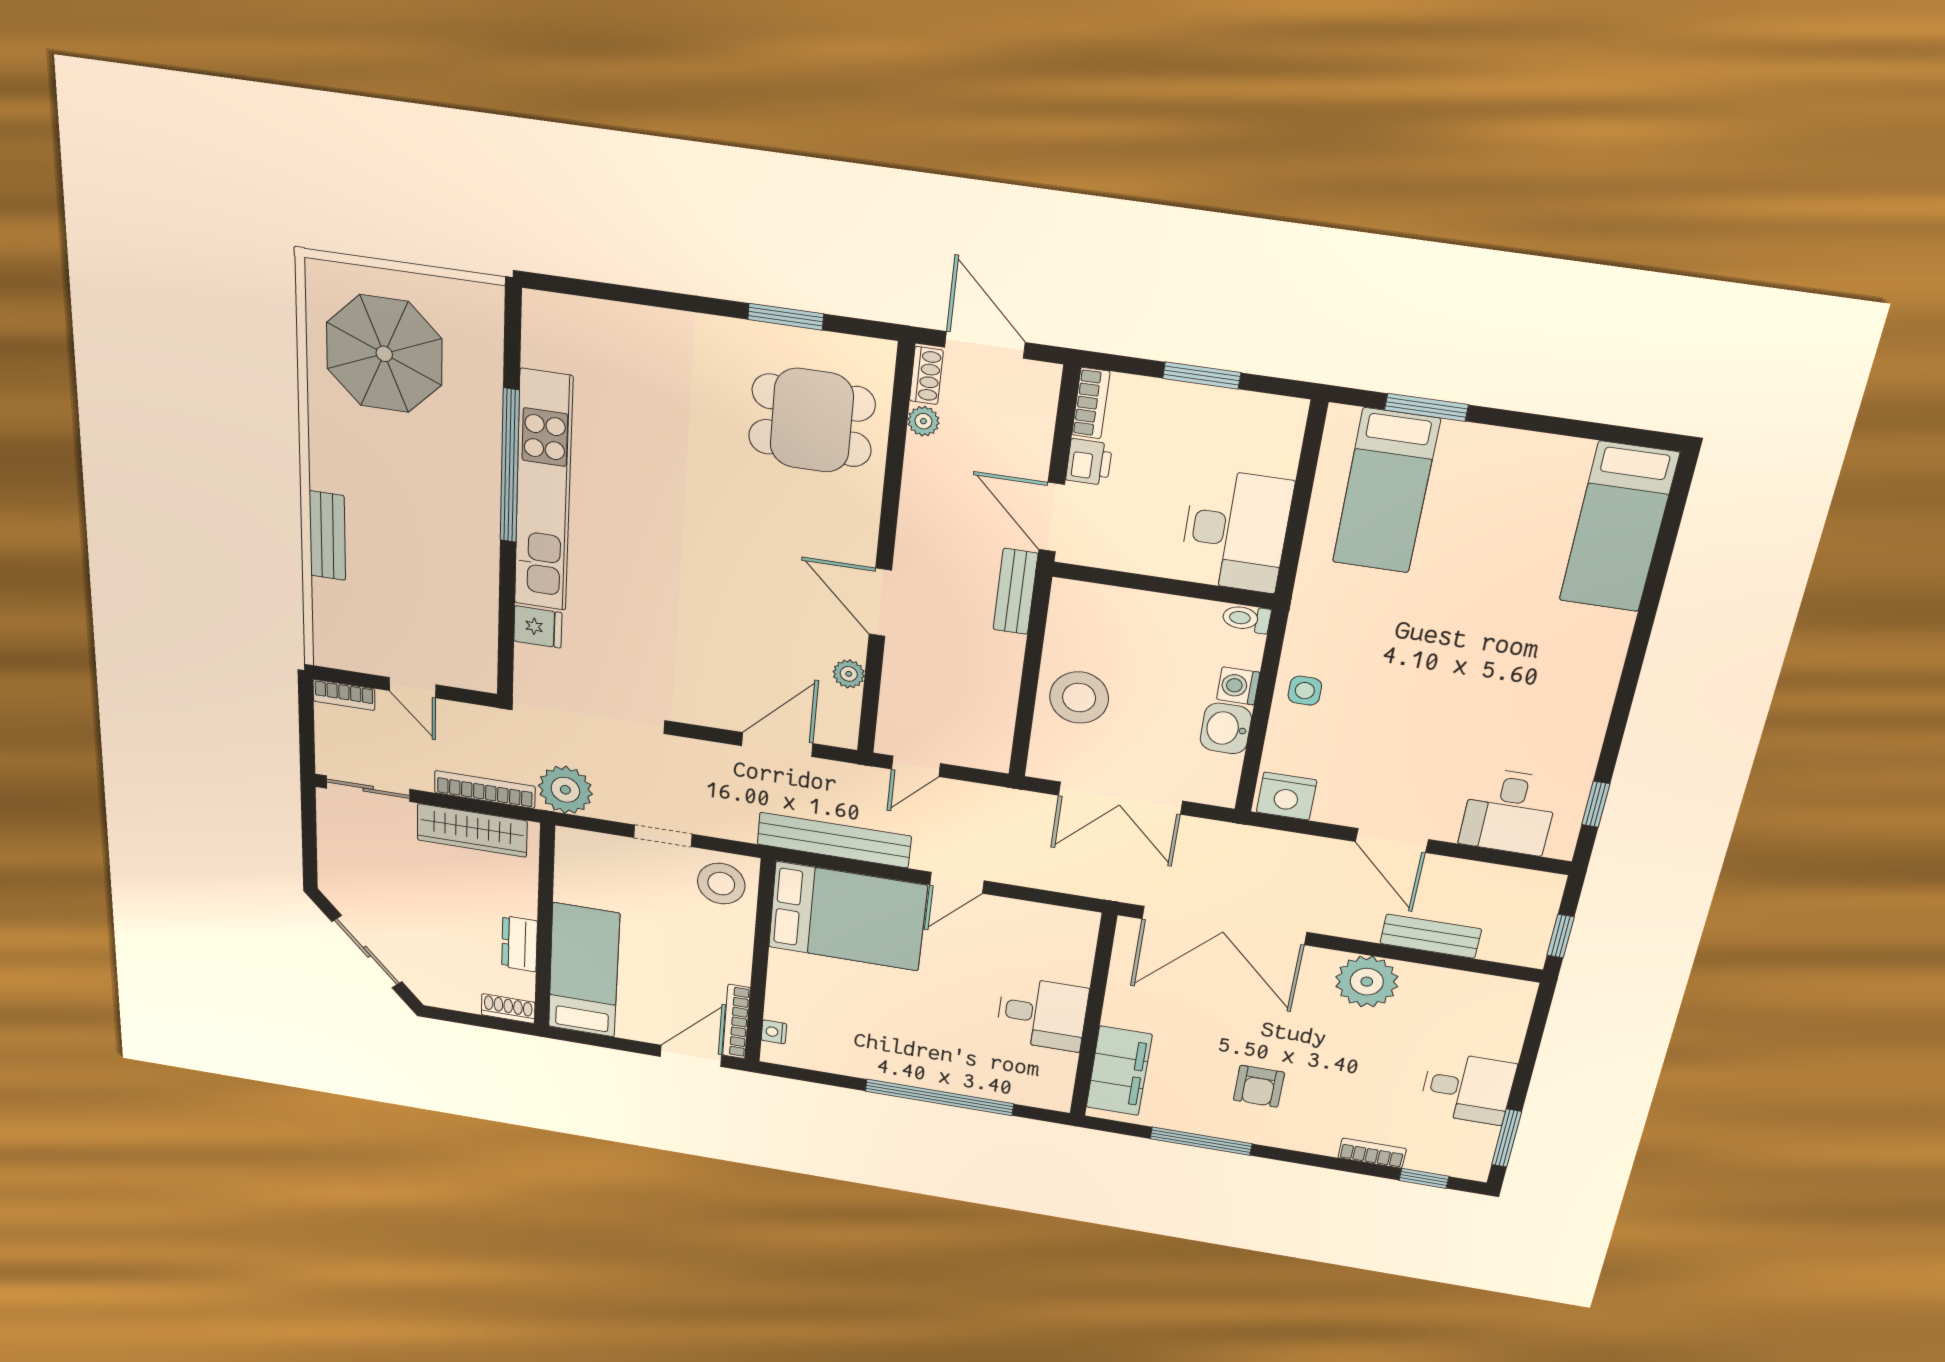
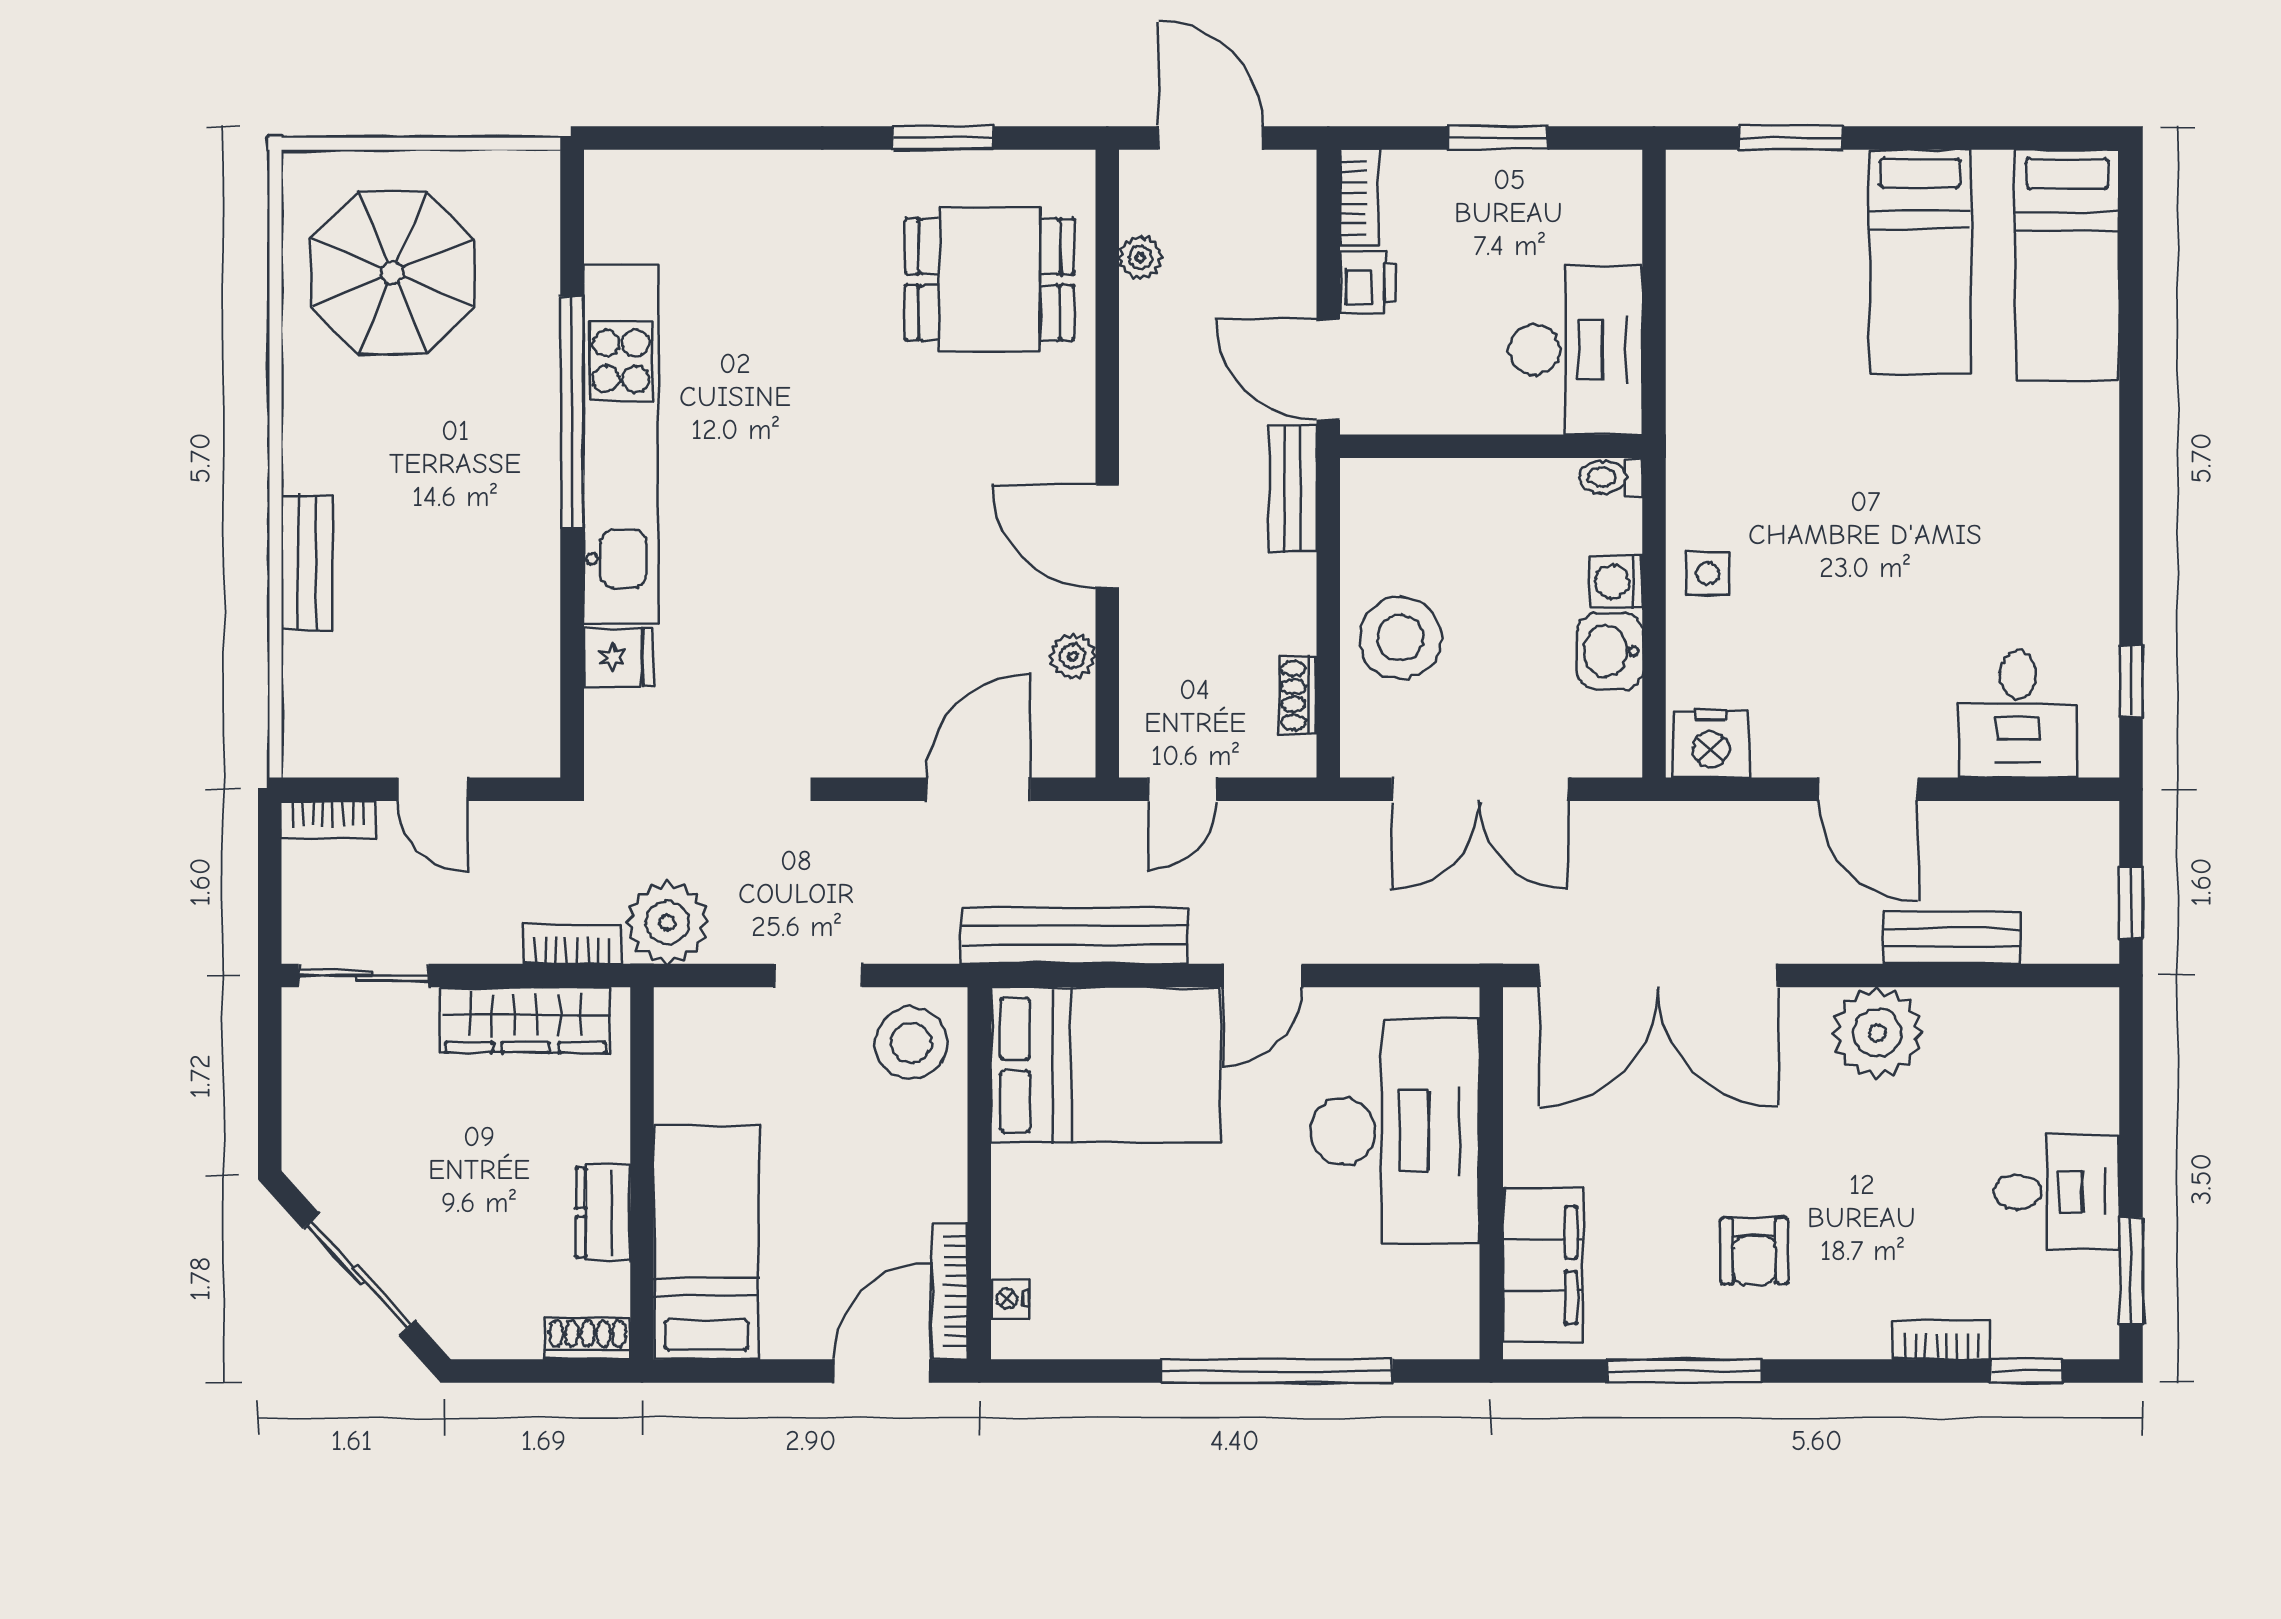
shoe rack: (926, 375) -> (1298, 695), moved, turned 180
bed: (1386, 491) -> (1920, 262), moved
bookcase: (485, 789) -> (572, 944), width x0.64
desk: (1042, 1014) -> (1395, 1131), width x1.87, depth x1.30

